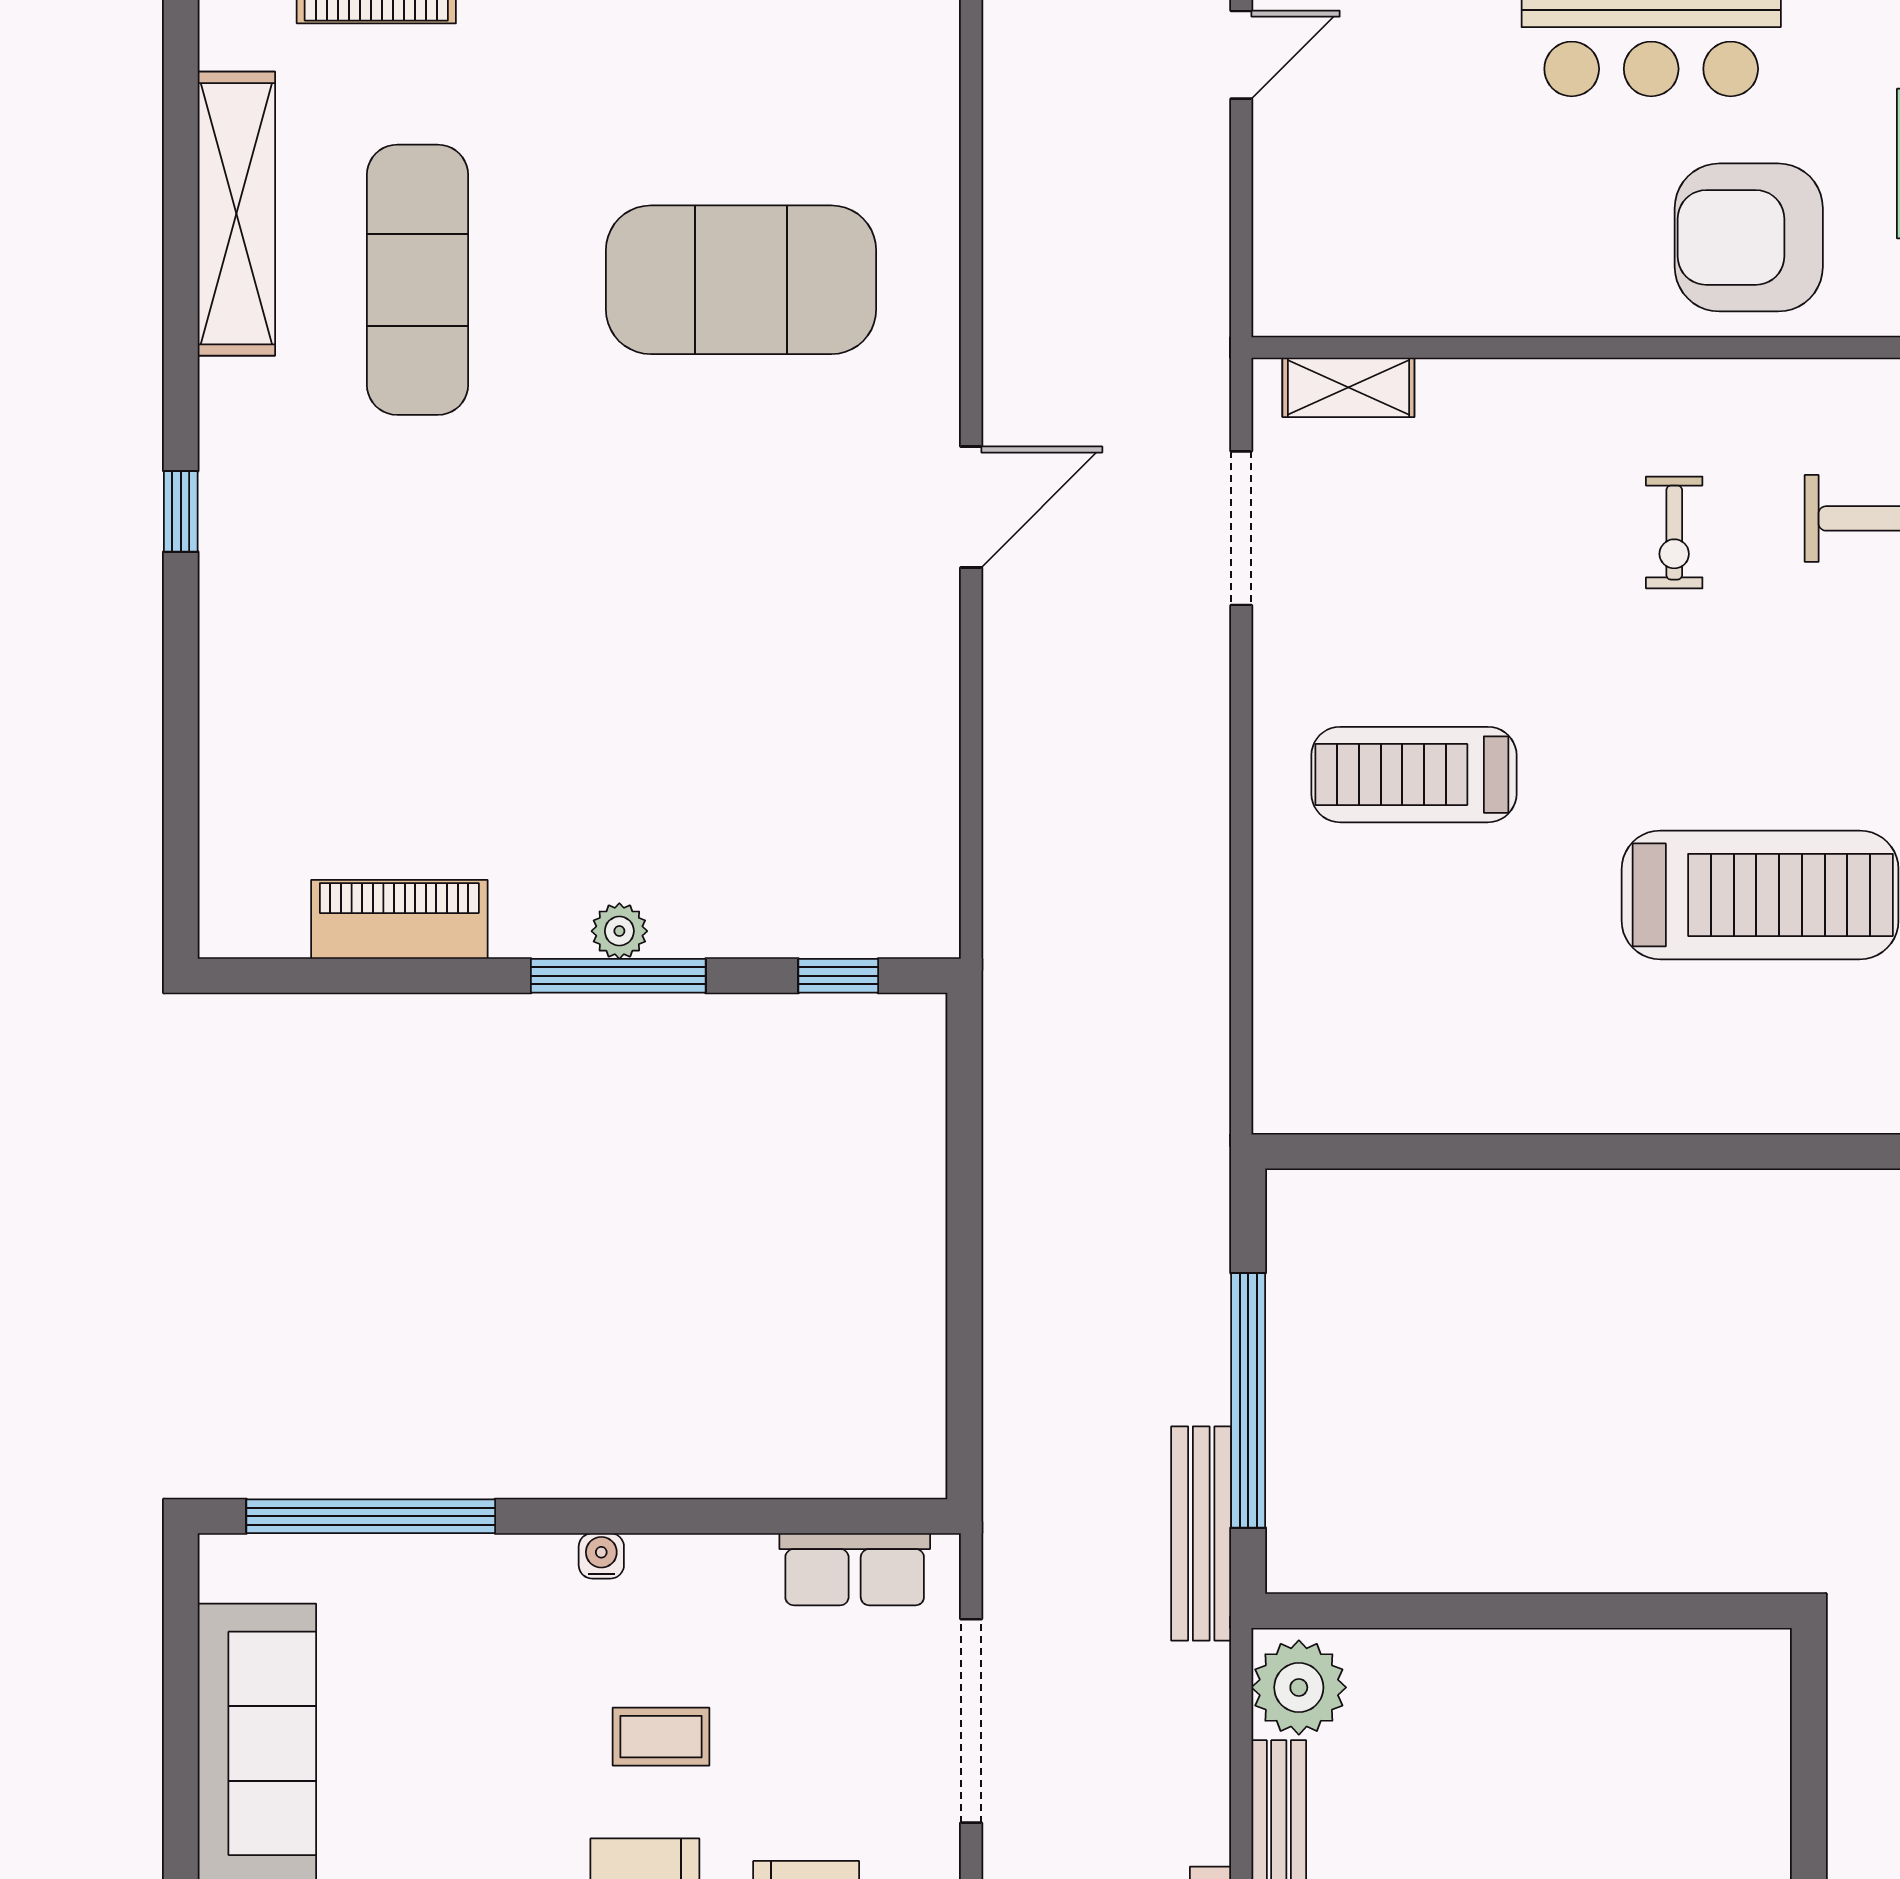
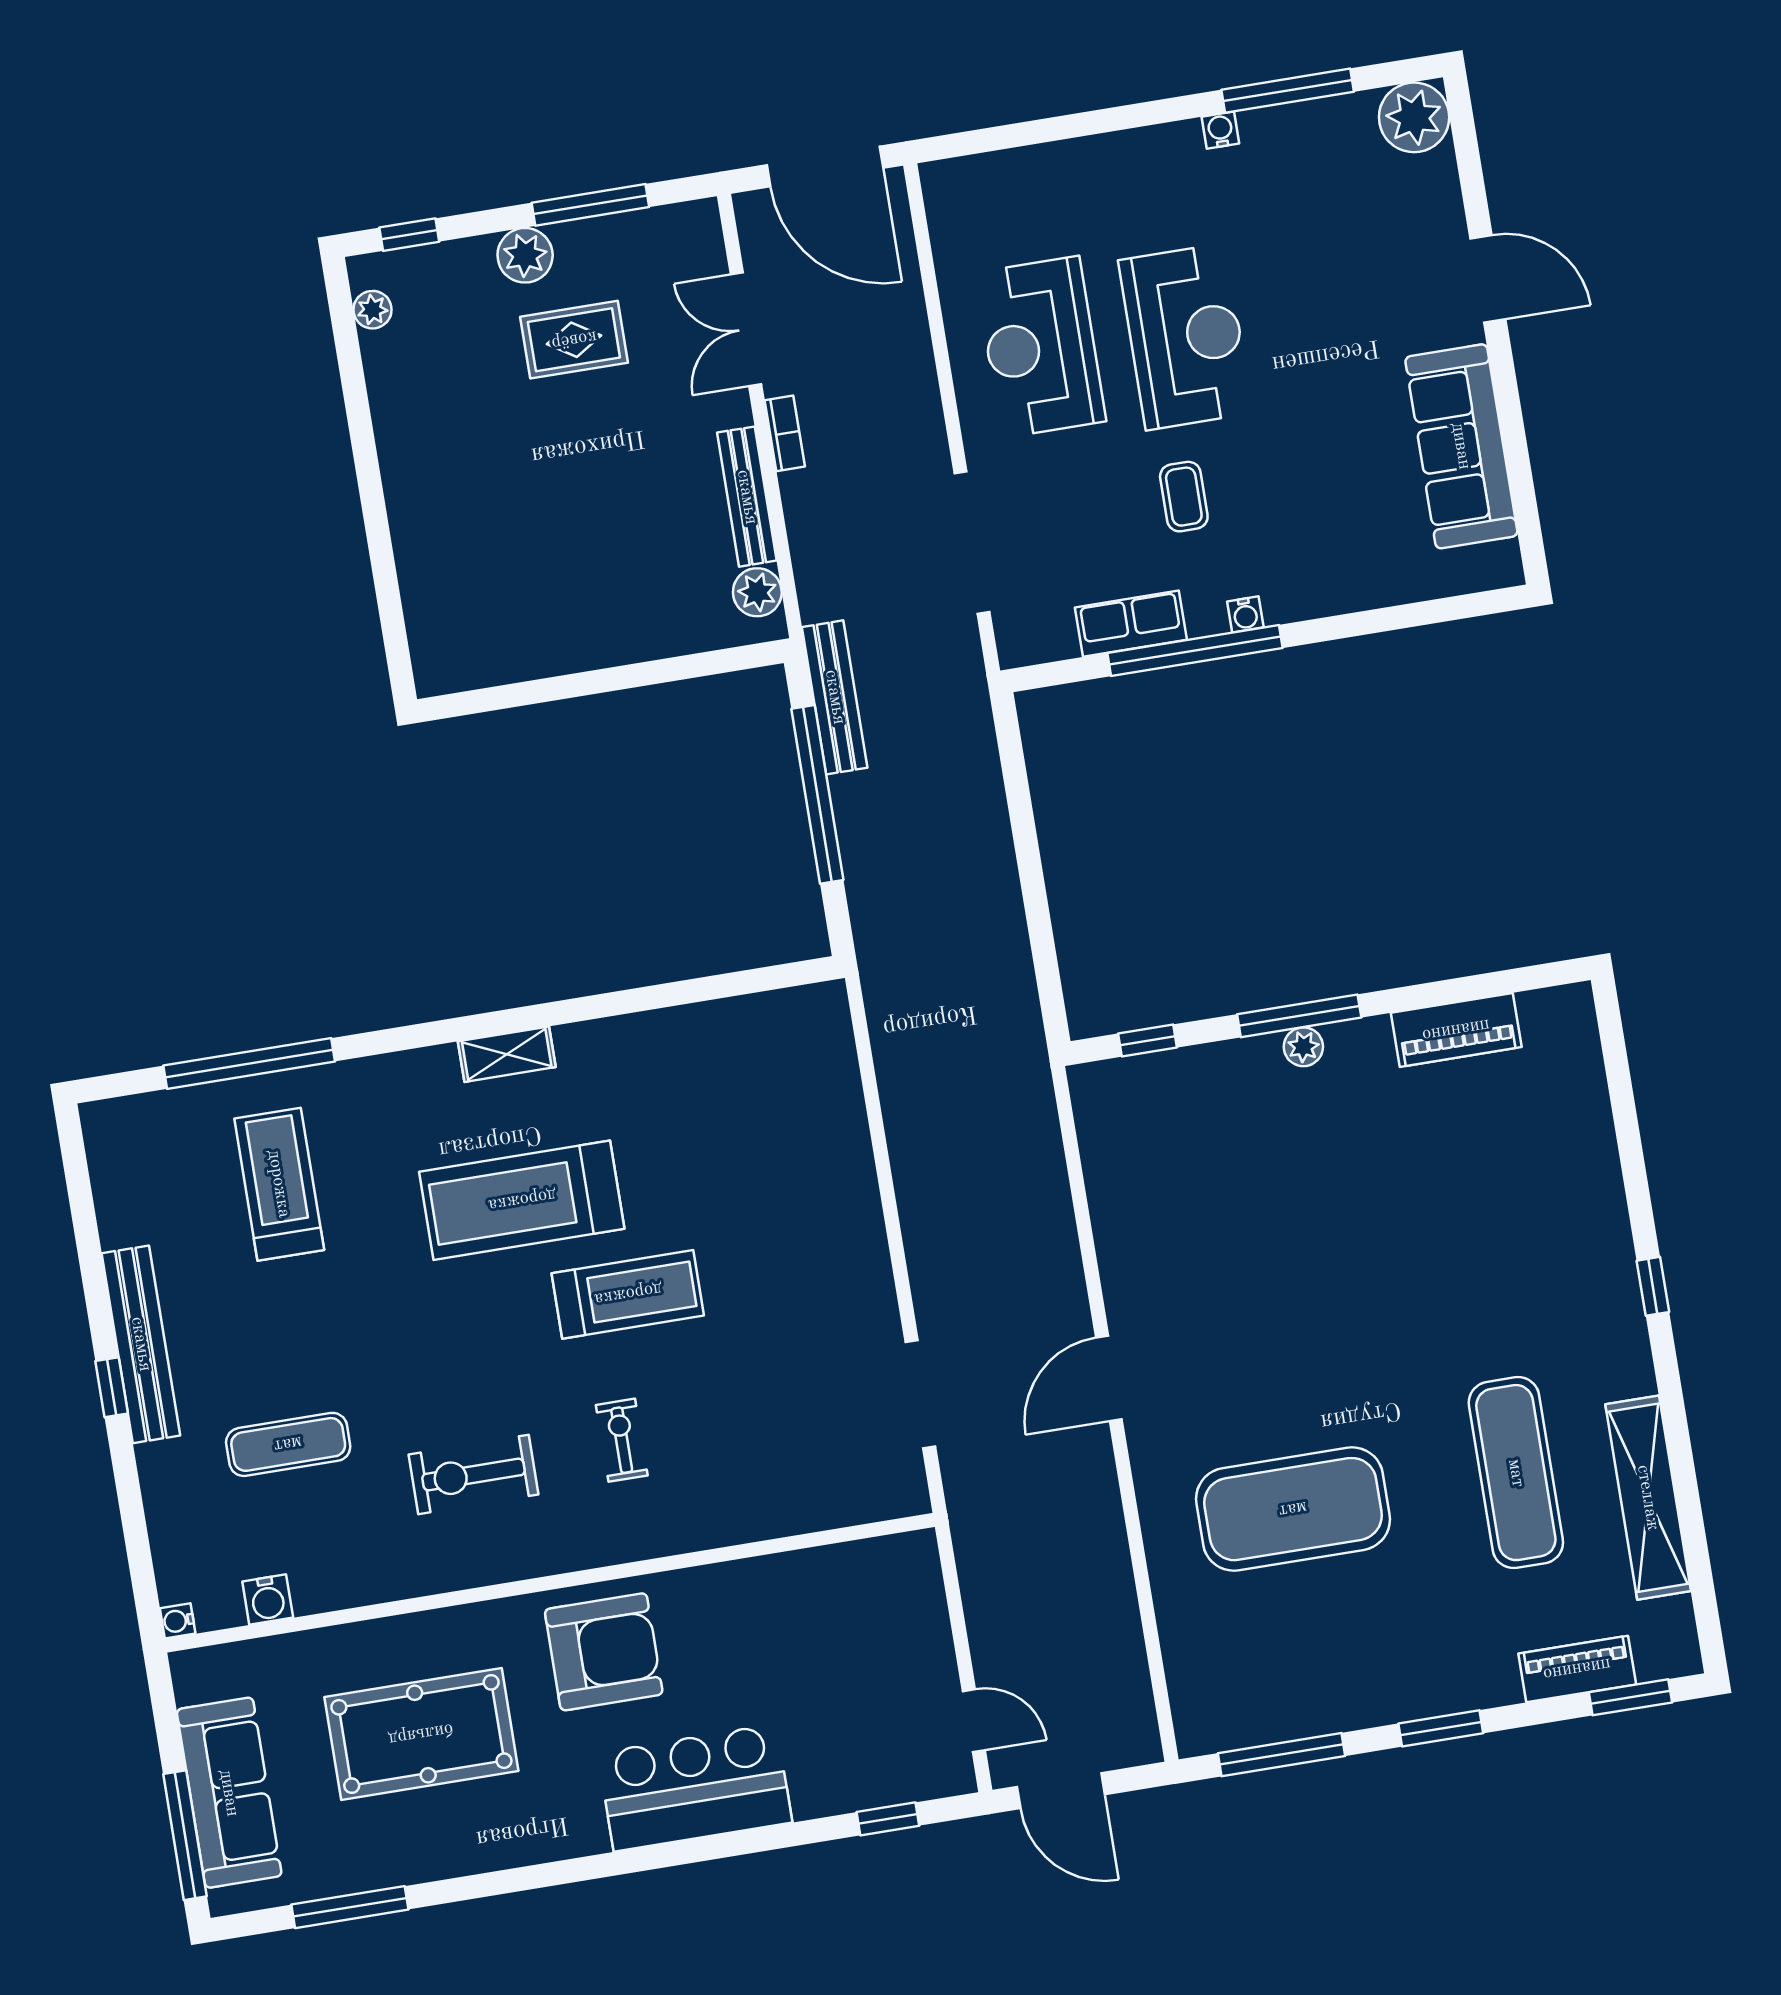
door: (1241, 55) -> (974, 1721), swing flipped
shelving: (1348, 387) -> (507, 1054), moved
treadmill: (1414, 775) -> (628, 1294), moved
window: (371, 1516) -> (1195, 651), moved
row of seats: (855, 1569) -> (1131, 624), moved
plant: (1299, 1687) -> (757, 592), width x0.73, depth x0.73
coffee table: (661, 1737) -> (1184, 497), turned 90

